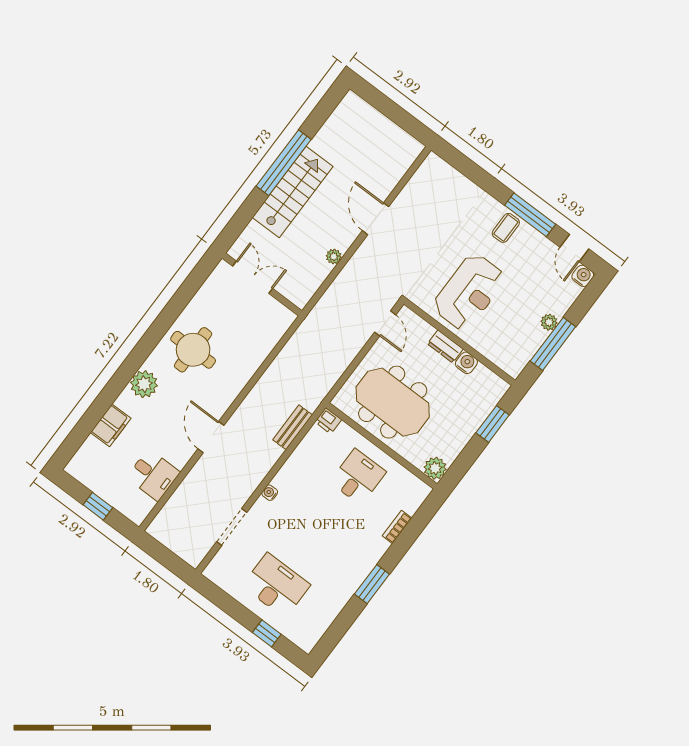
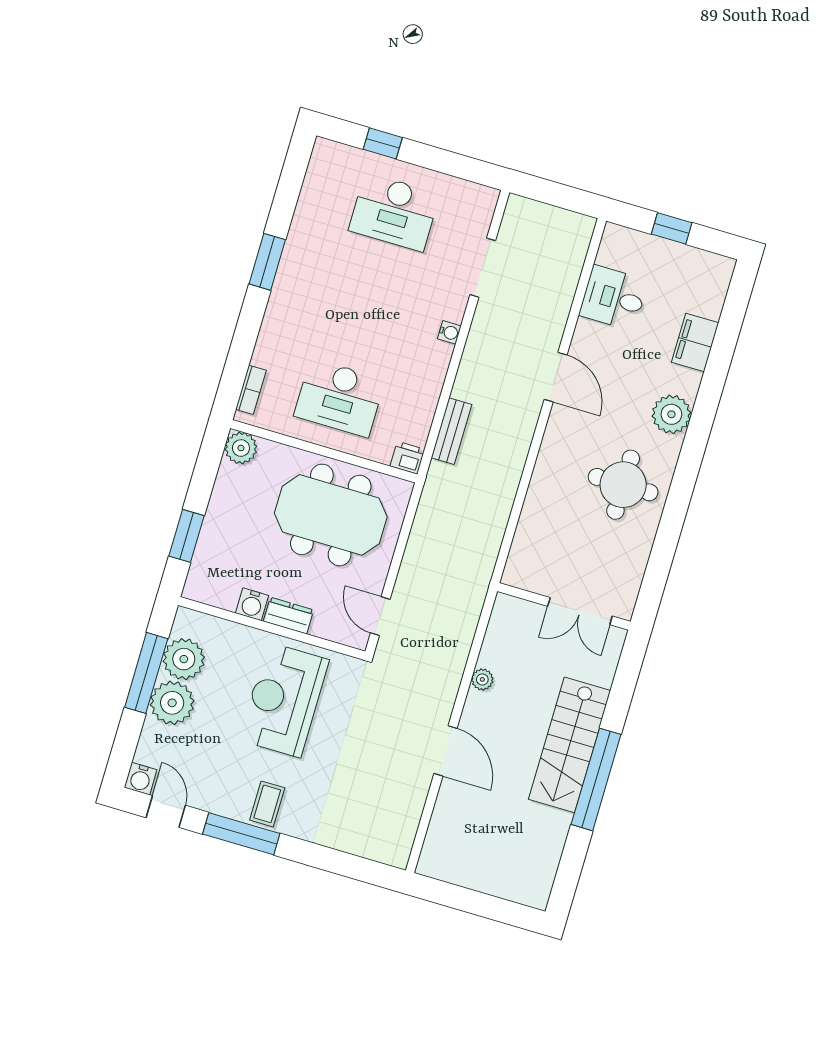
plant: (549, 322) -> (172, 703), width x1.87, depth x1.87
plant: (525, 344) -> (184, 659), added
desk: (358, 477) -> (339, 398), width x1.37
bookcase: (397, 527) -> (251, 390), moved

